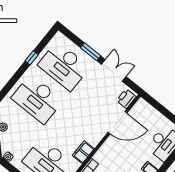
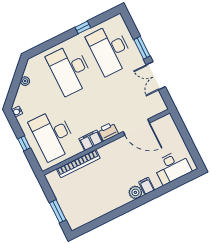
double door: (114, 71) -> (156, 76), swing flipped
printer: (126, 99) -> (108, 131), moved

